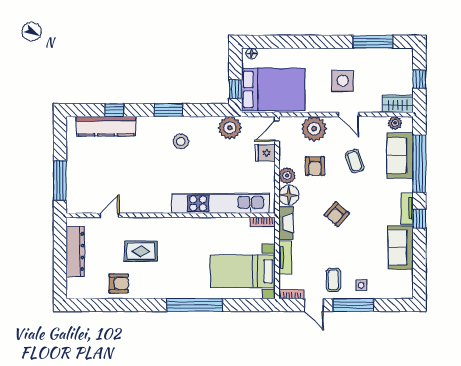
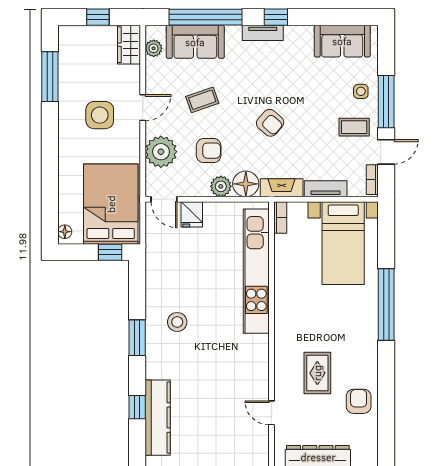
plant: (230, 128) -> (160, 259), removed
sofa: (401, 247) -> (342, 41), moved

